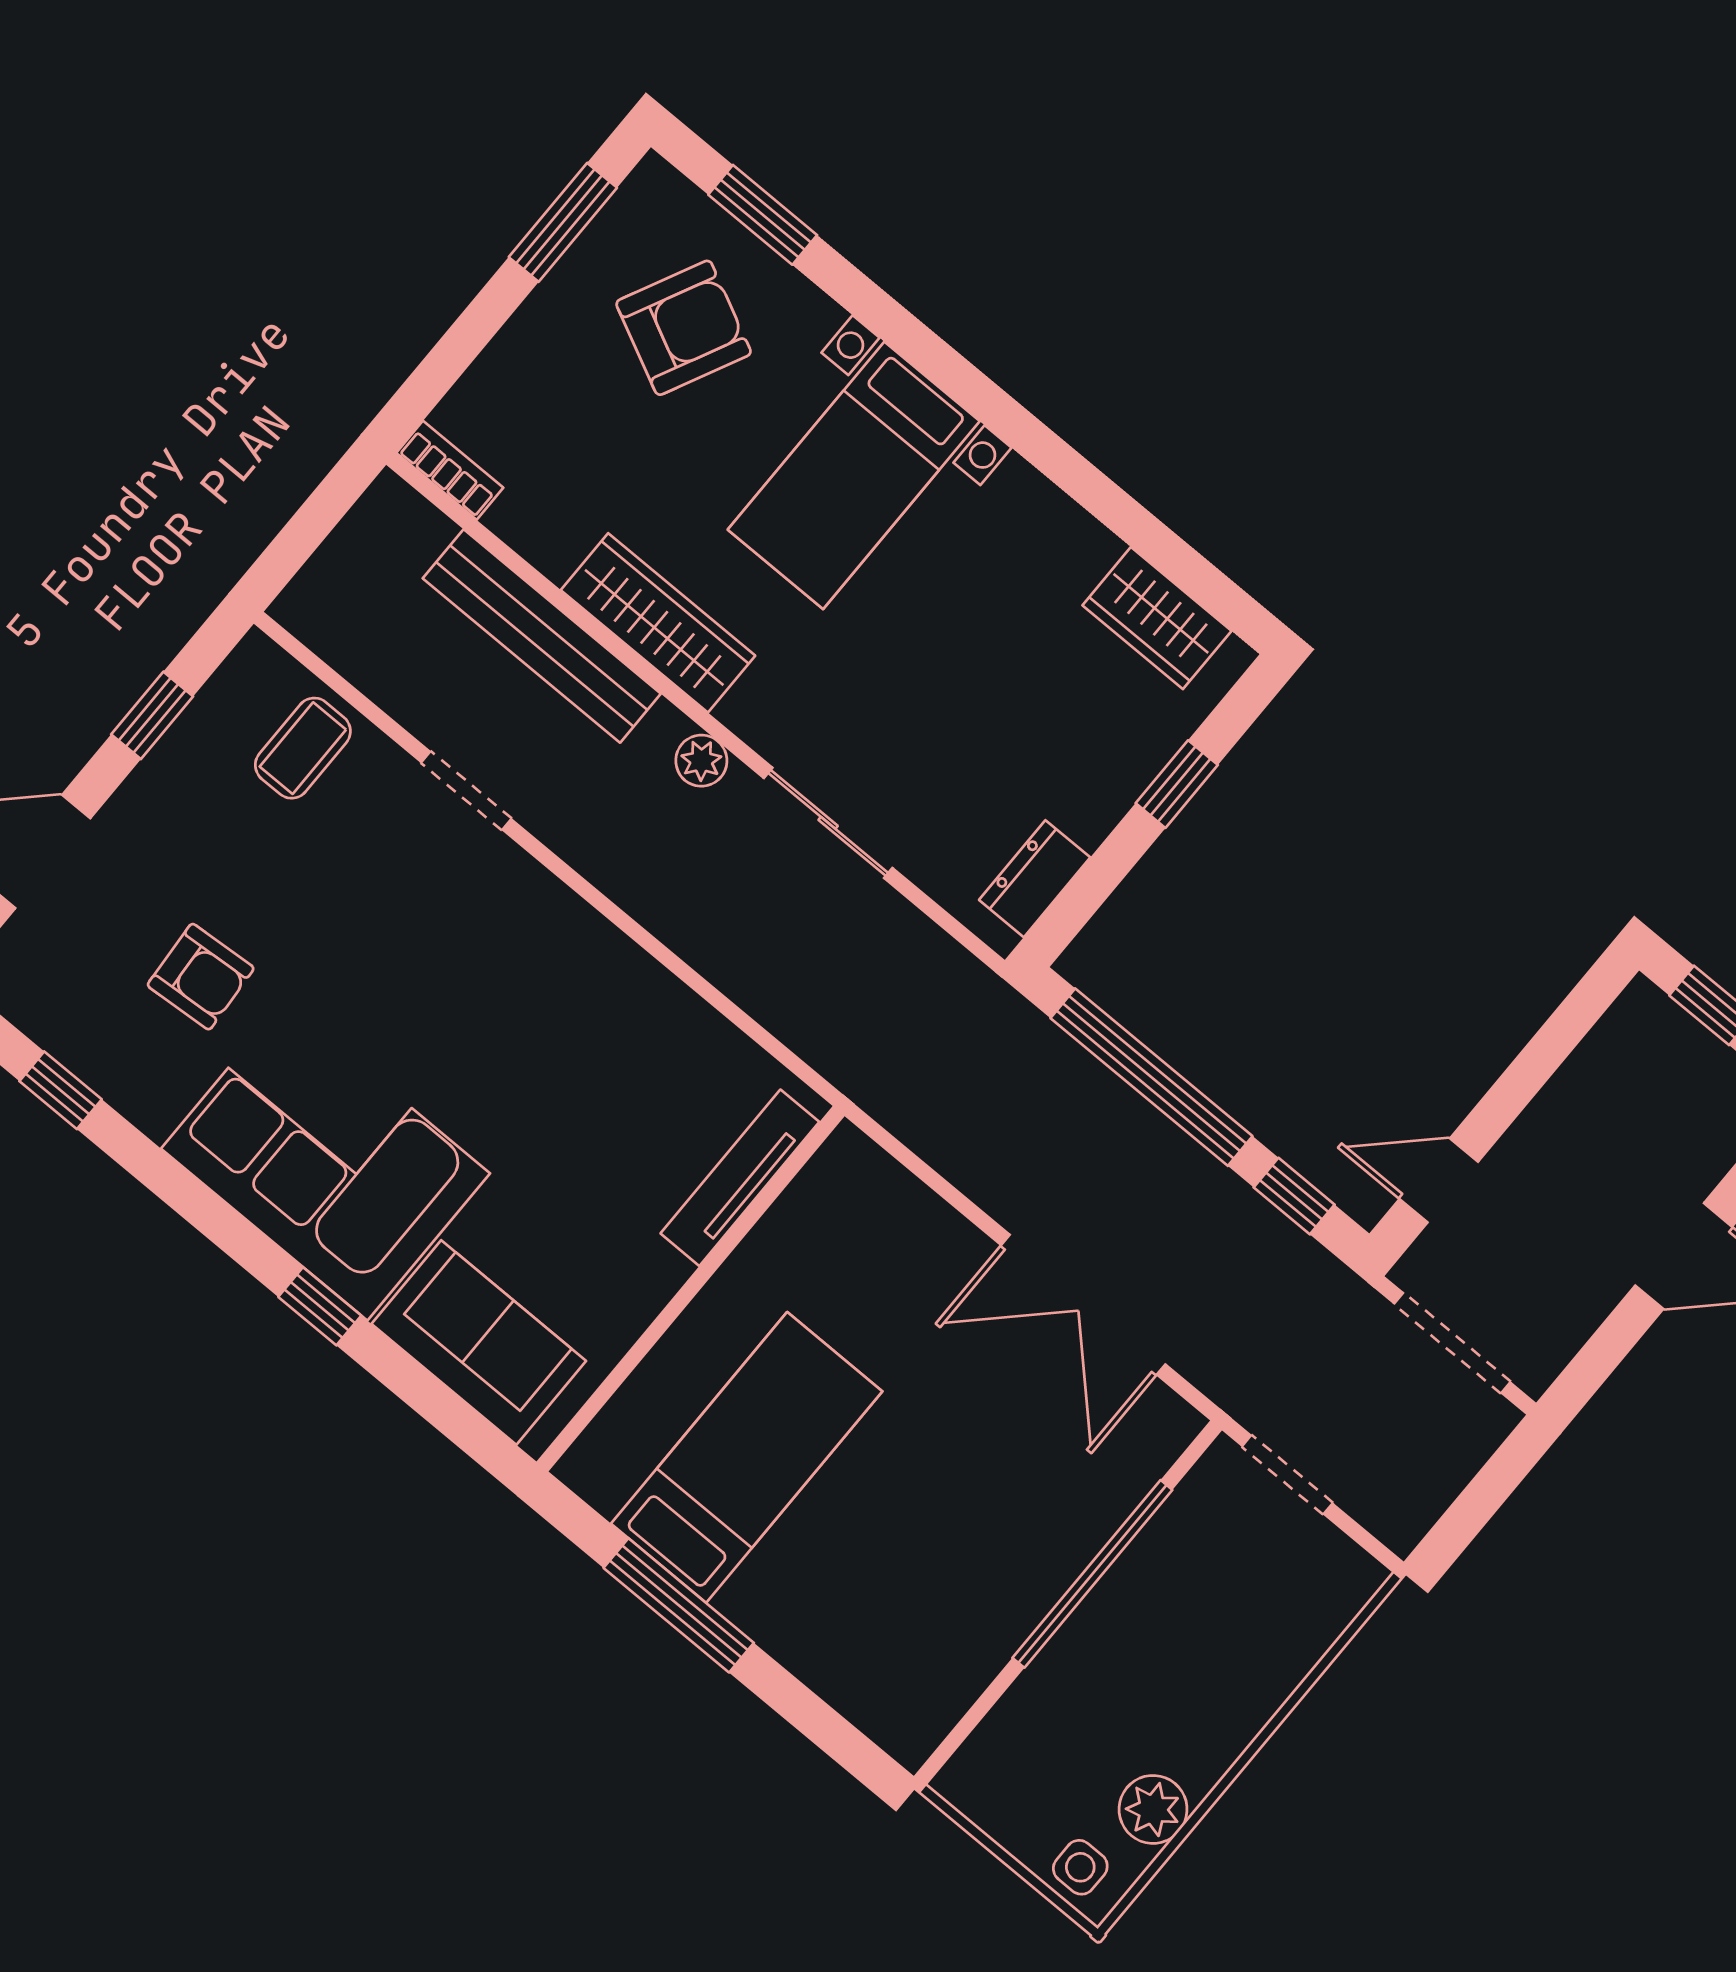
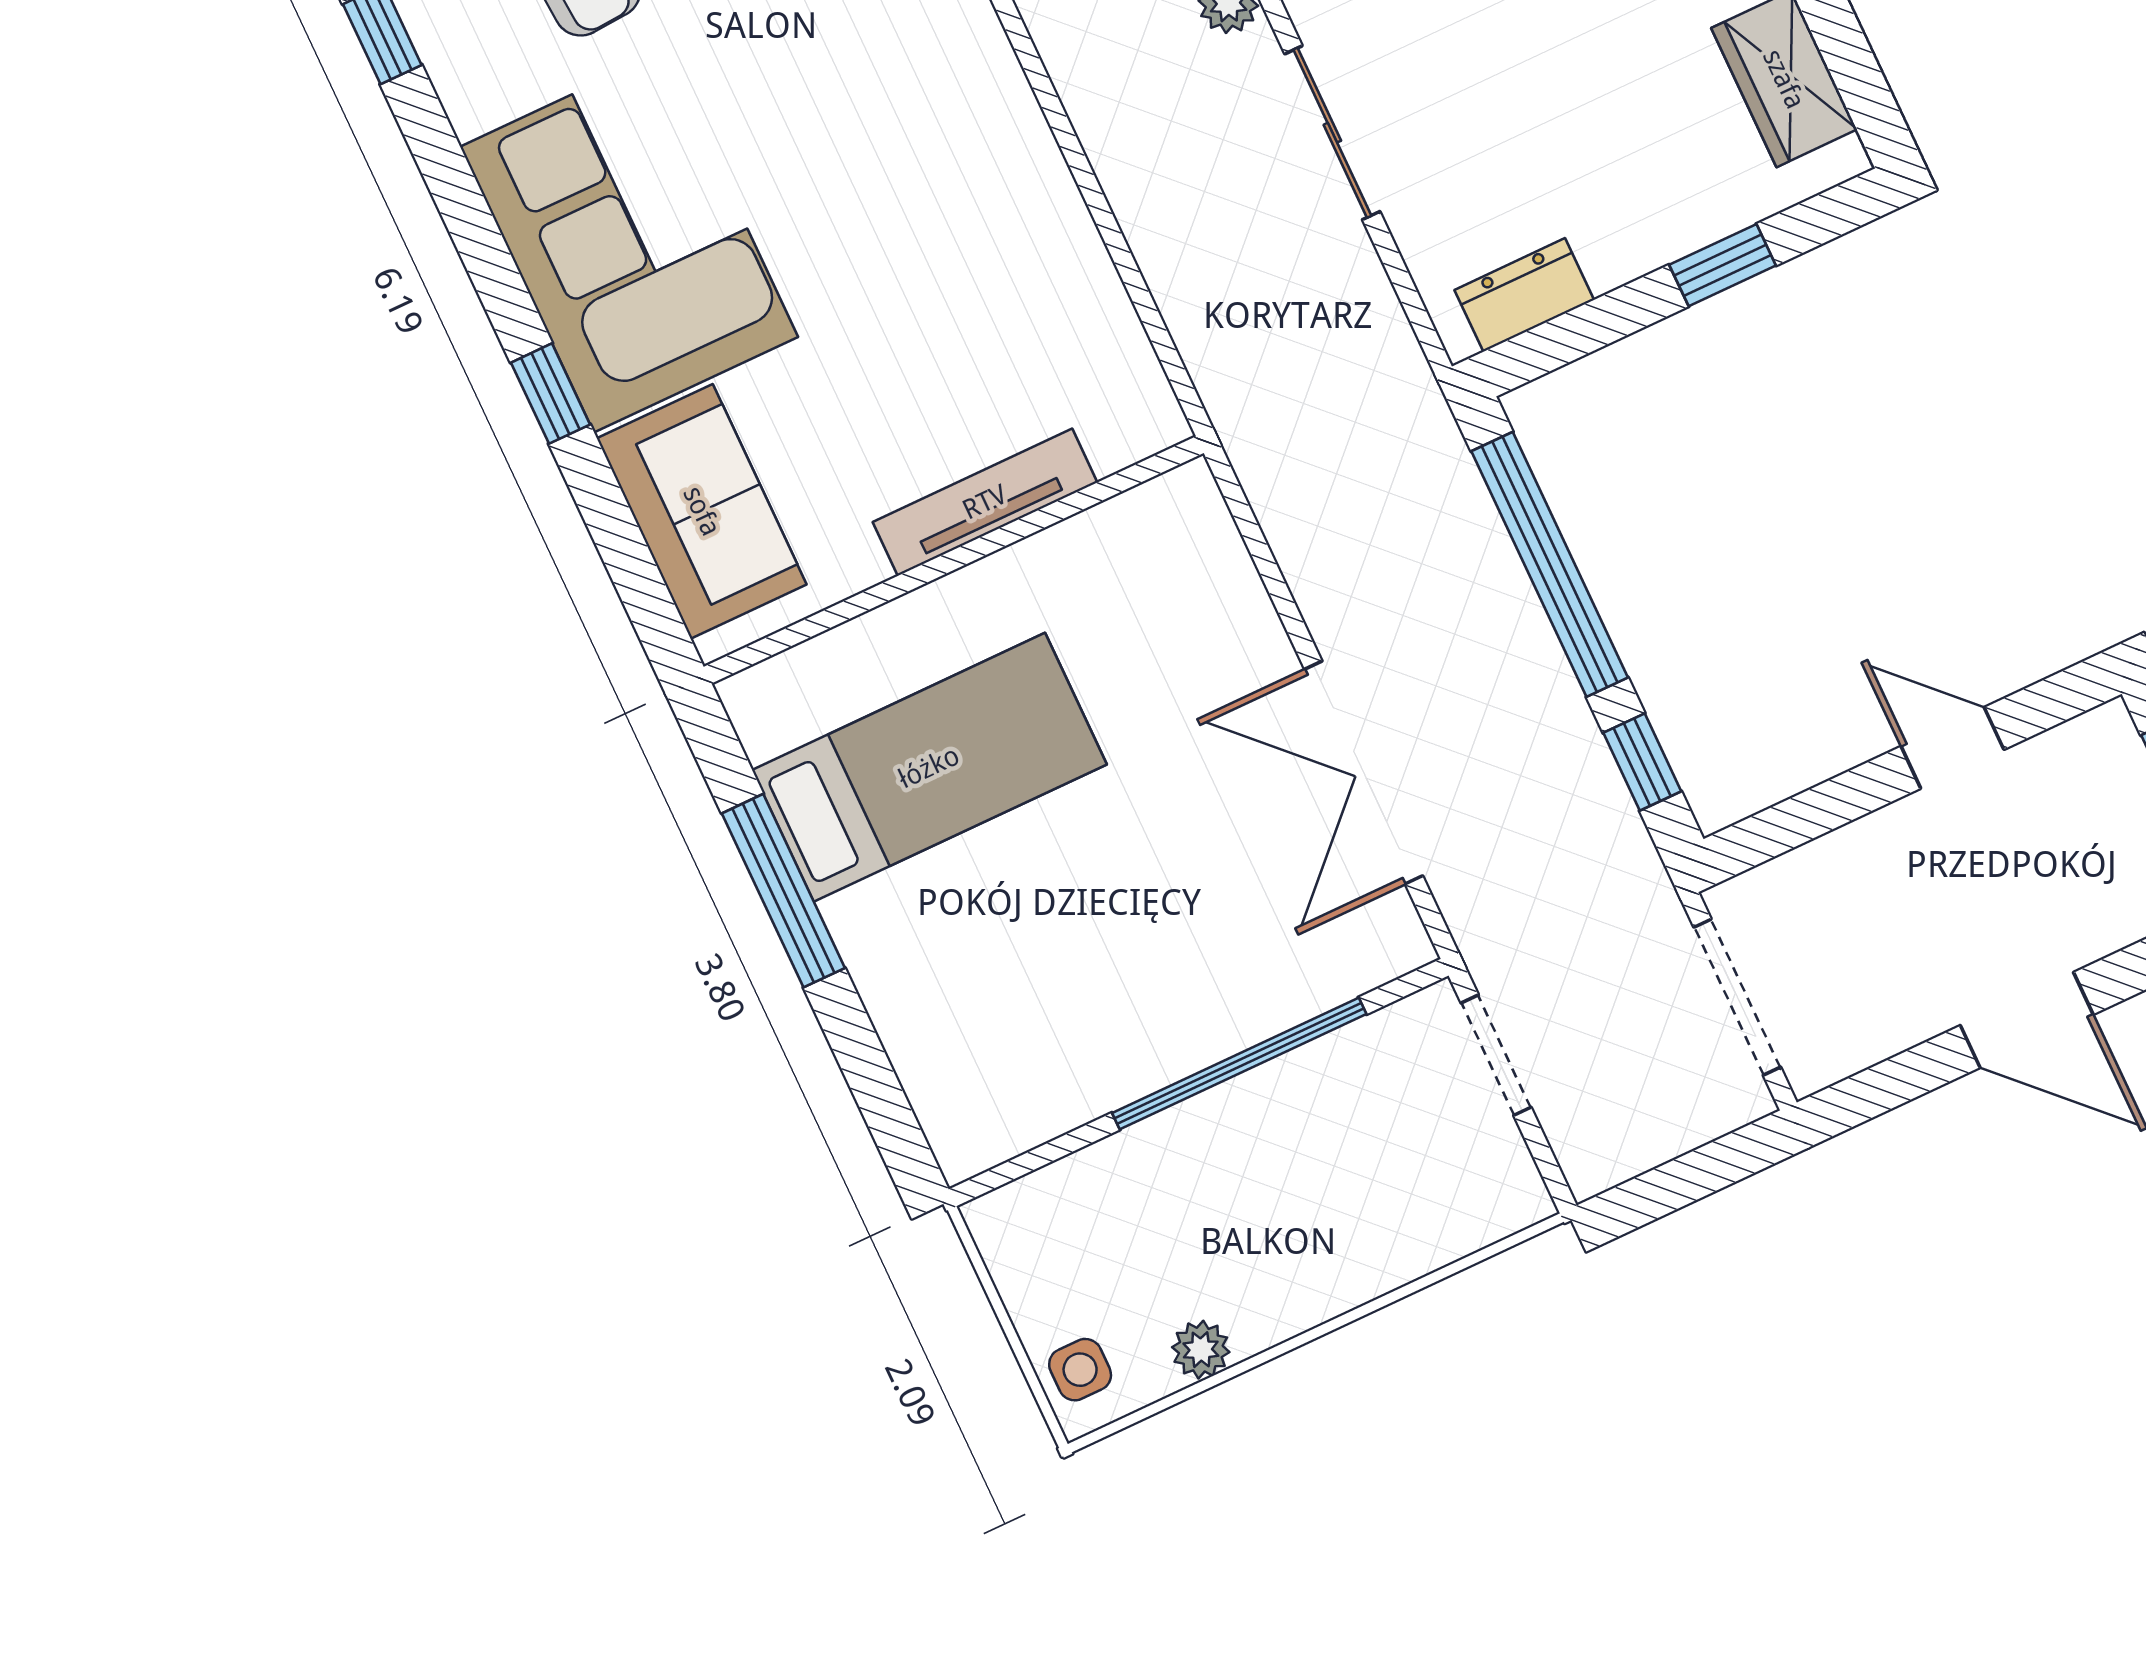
tv unit: (740, 1178) -> (985, 502), moved
door: (1439, 1180) -> (1952, 748), moved
plant: (1153, 1809) -> (1201, 1350), width x0.73, depth x0.73

